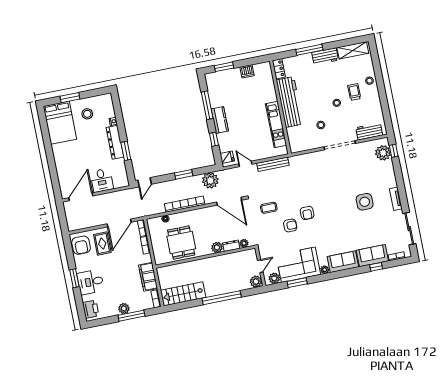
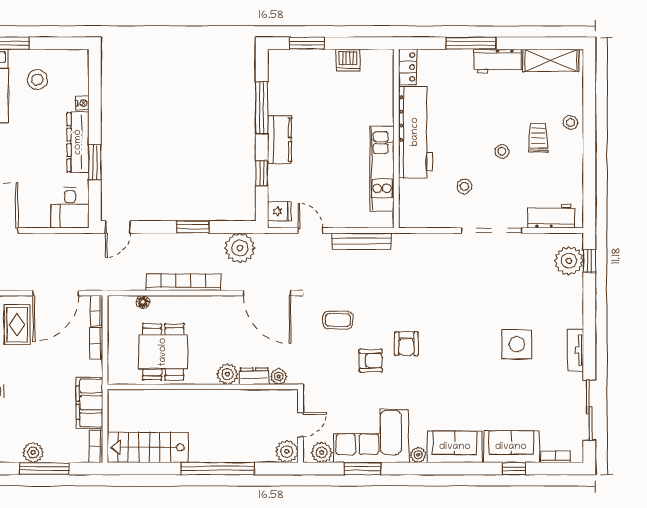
desk: (102, 180) -> (70, 208), moved

